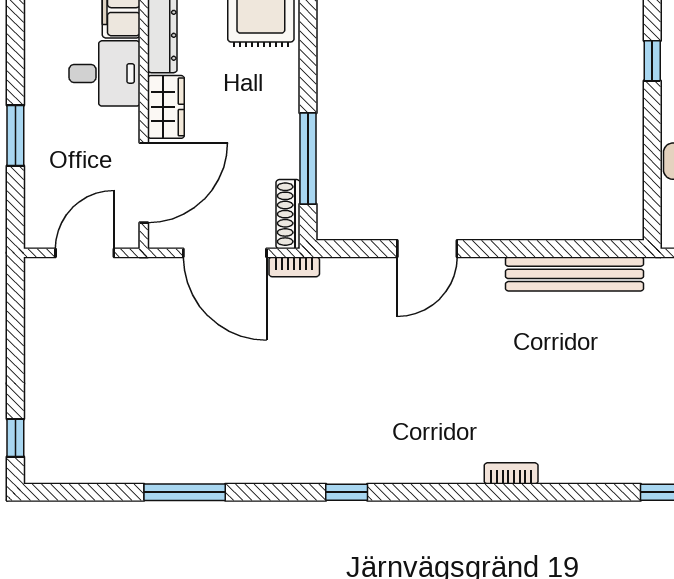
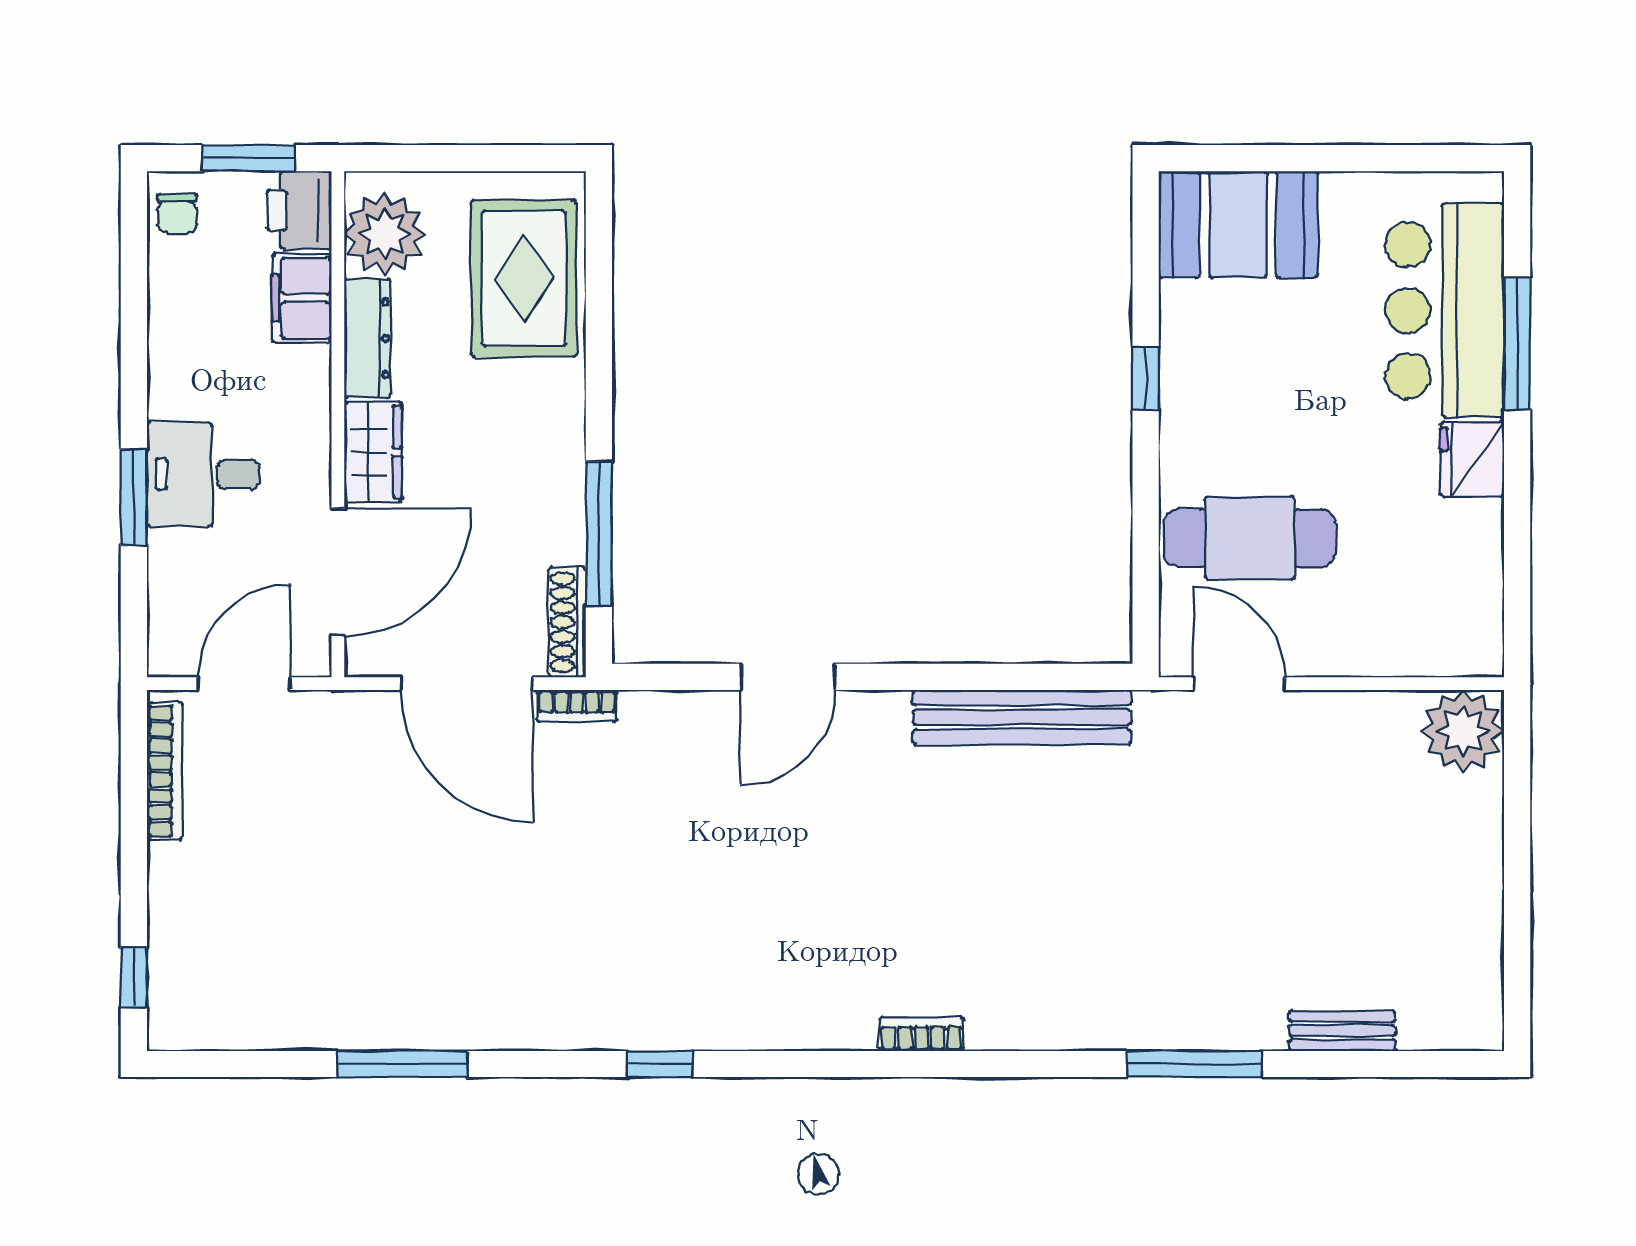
desk: (104, 73) -> (203, 474), moved, turned 180
bookcase: (35, 308) -> (165, 771), added

